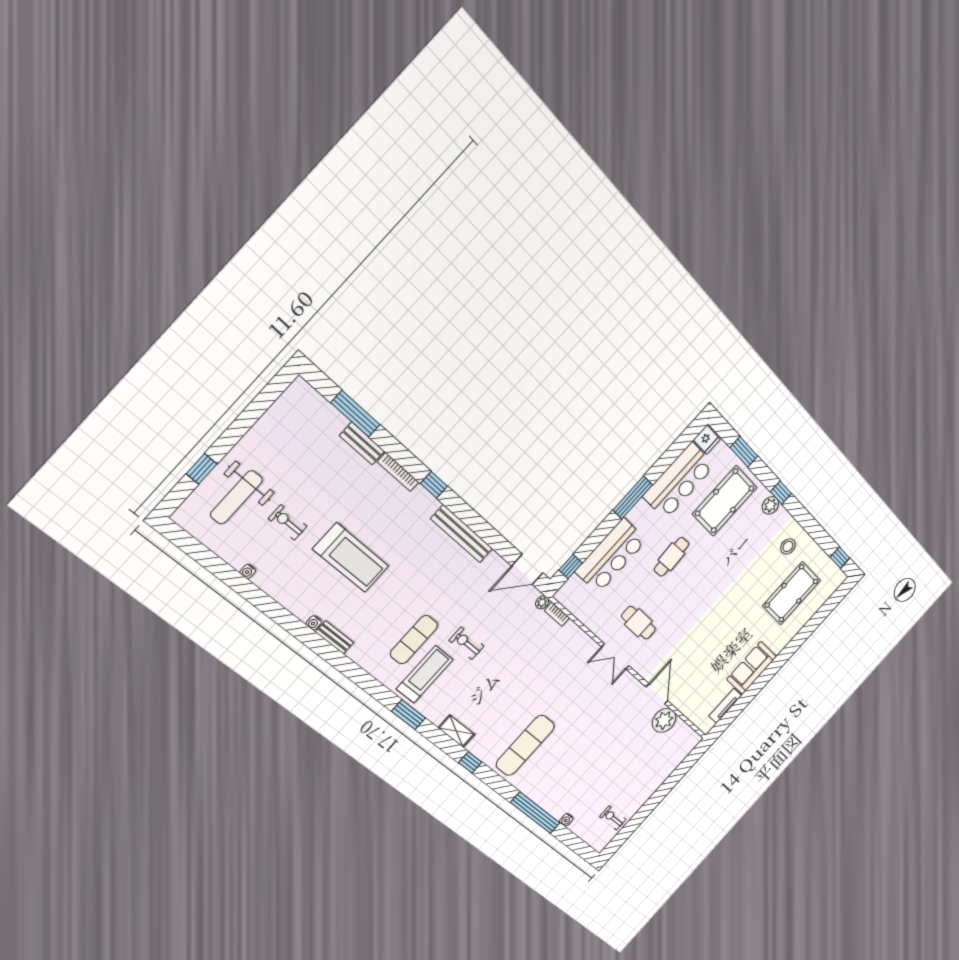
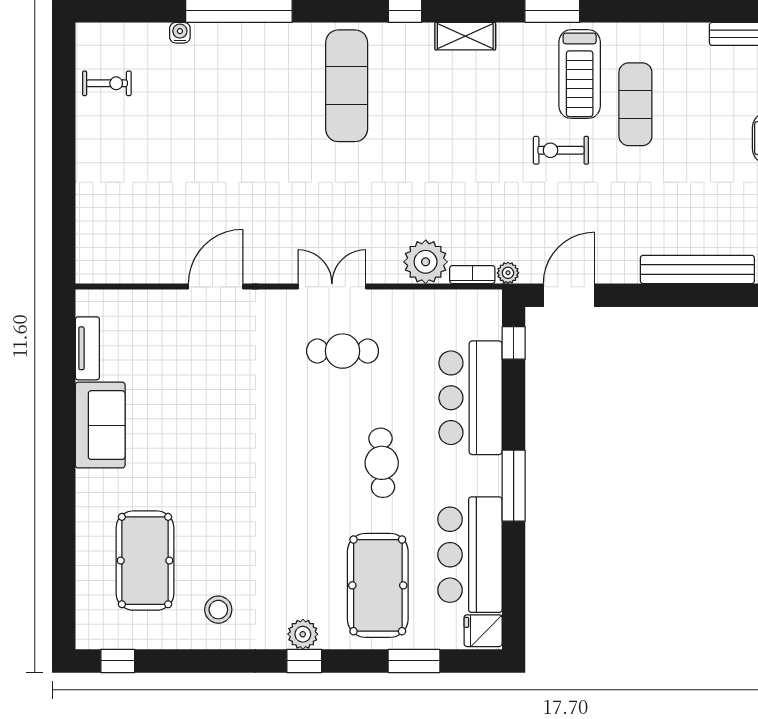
exercise bike: (467, 643) -> (561, 150), turned 180
door: (657, 694) -> (216, 287), swing flipped
plant: (664, 720) -> (426, 262), moved

